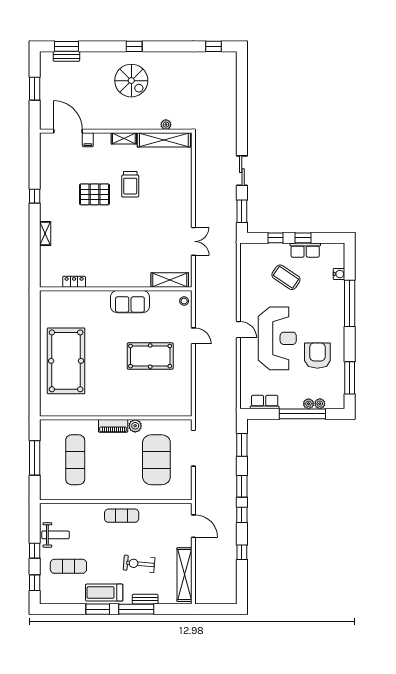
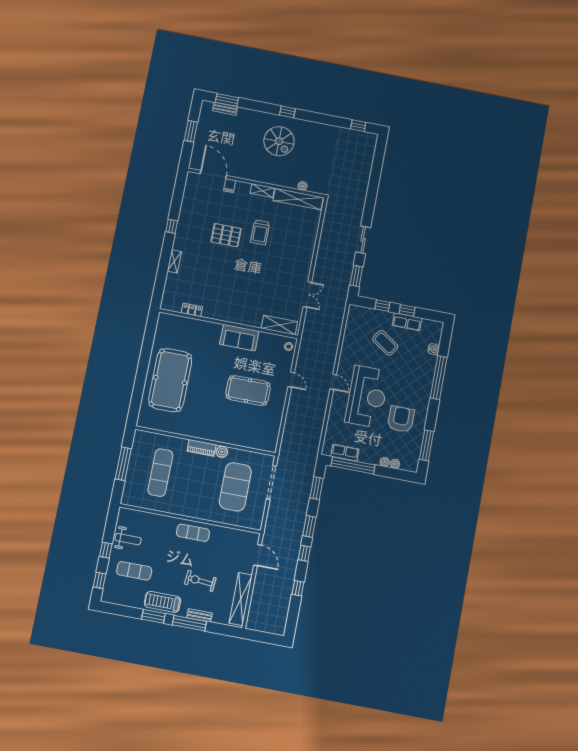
window: (302, 414) -> (353, 465), moved

